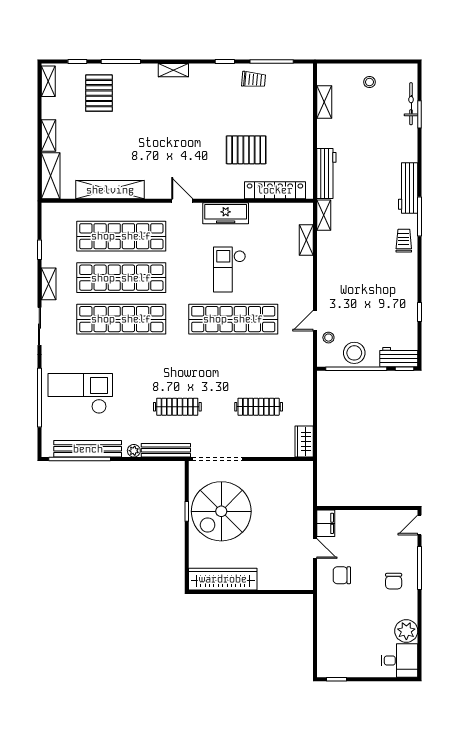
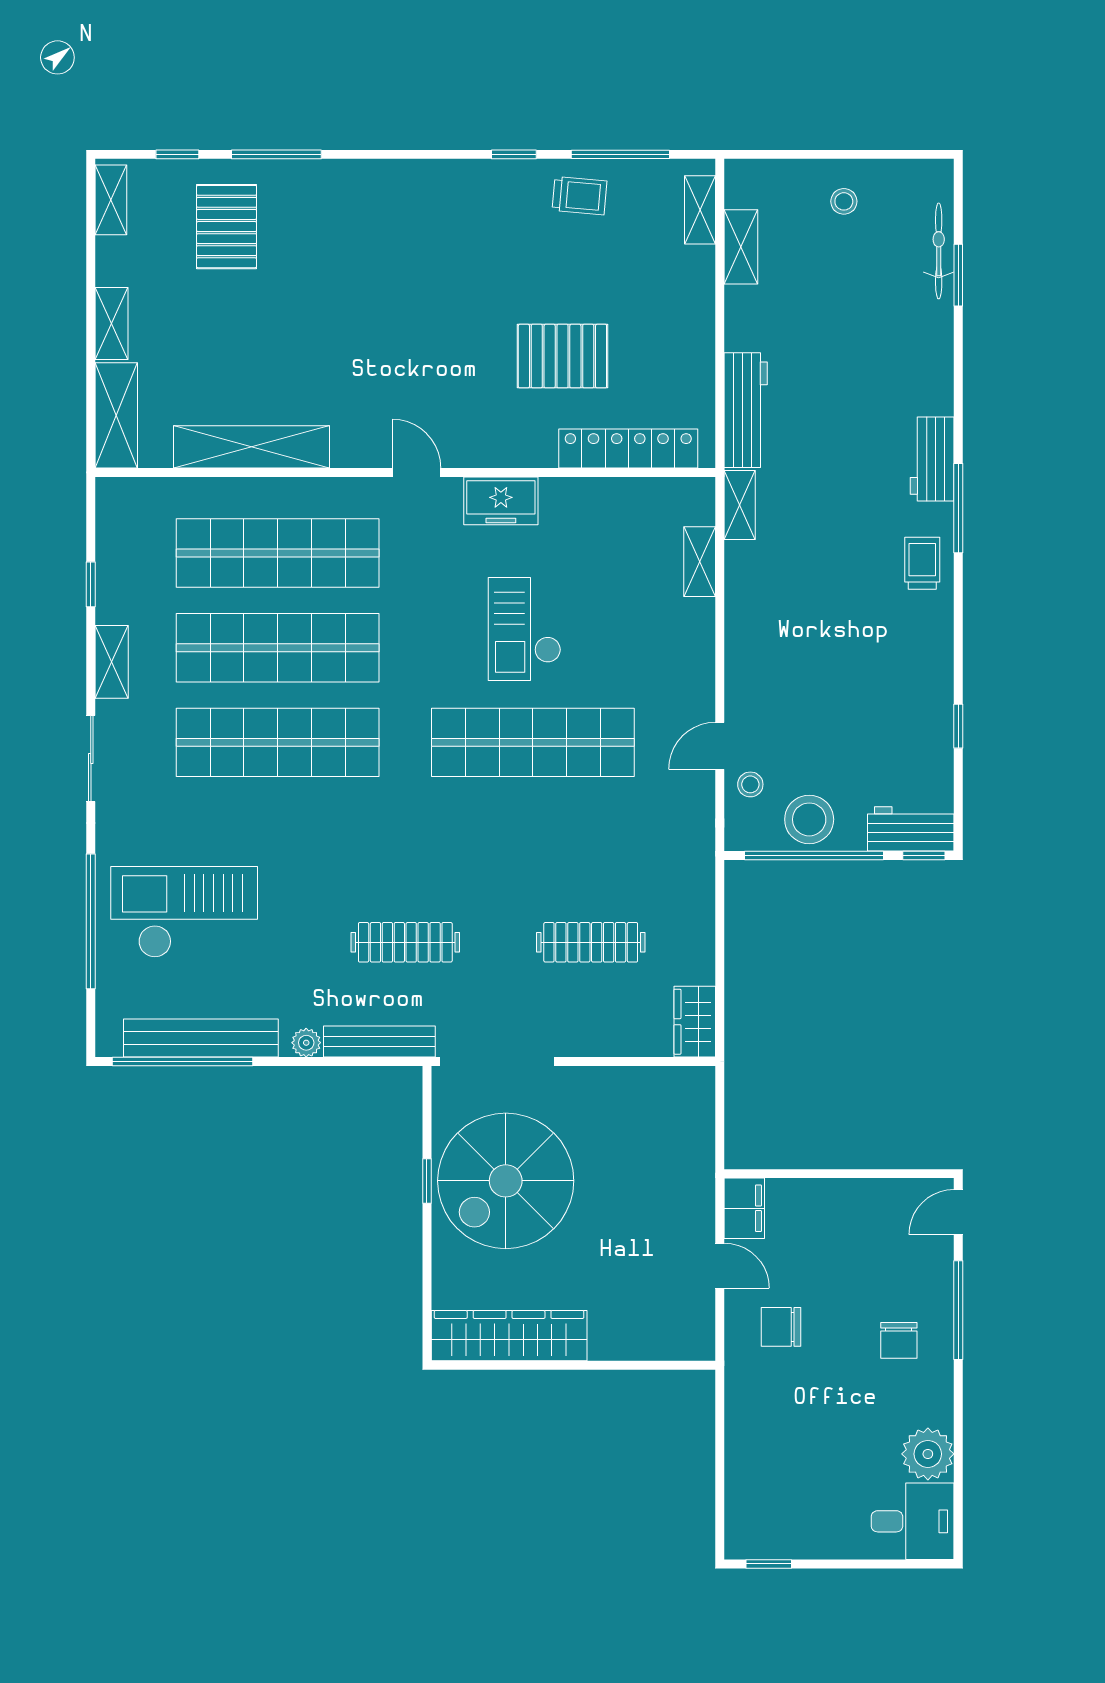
shelving: (173, 70) -> (700, 210), moved, turned 90
workbench: (408, 188) -> (932, 459), width x0.73
freezer: (226, 213) -> (501, 501), width x0.71

